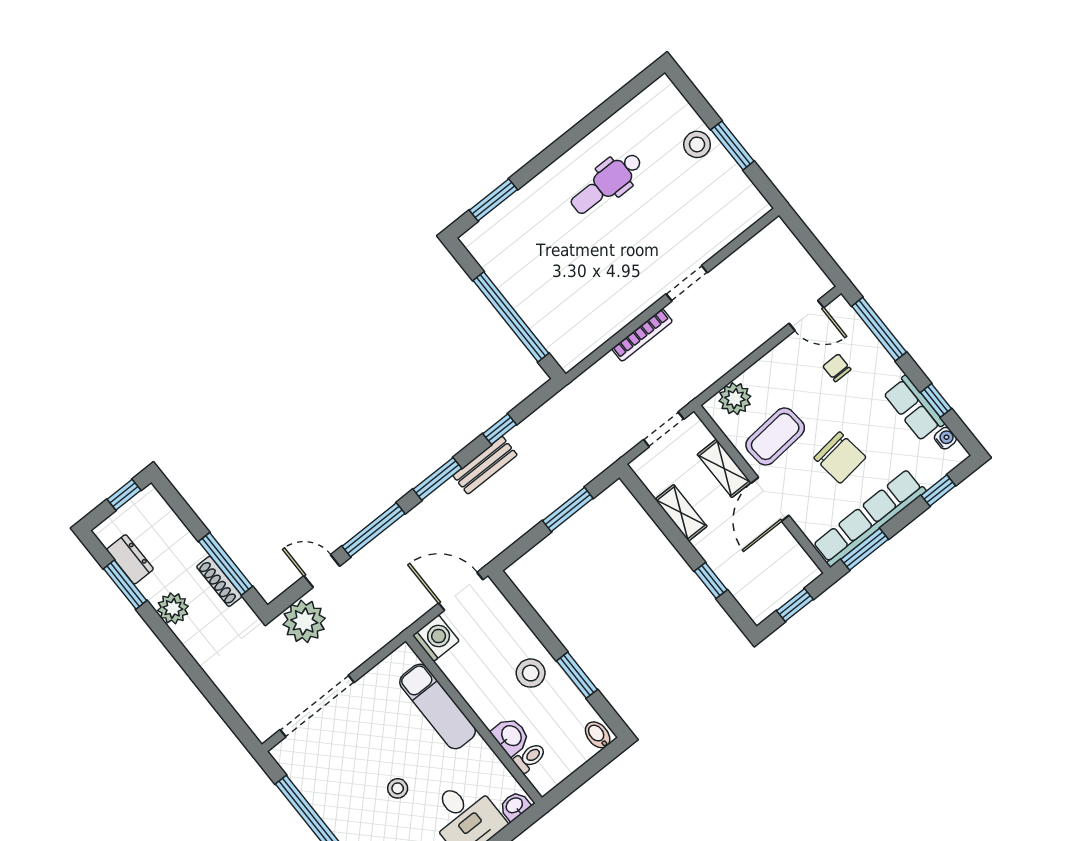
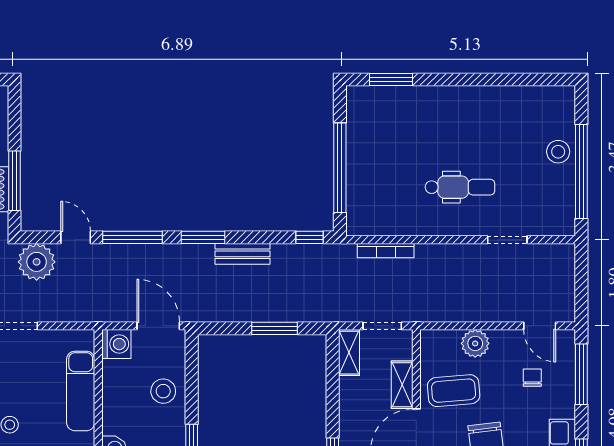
window: (732, 145) -> (581, 171), width x2.11
dental chair: (606, 183) -> (460, 187), moved, turned 180
doorway: (687, 283) -> (507, 240), moved
bookcase: (642, 335) -> (386, 251), moved
plant: (735, 399) -> (475, 343), moved
window: (500, 429) -> (310, 237), moved
shelving: (681, 513) -> (349, 353), moved
stool: (531, 673) -> (163, 391), moved

